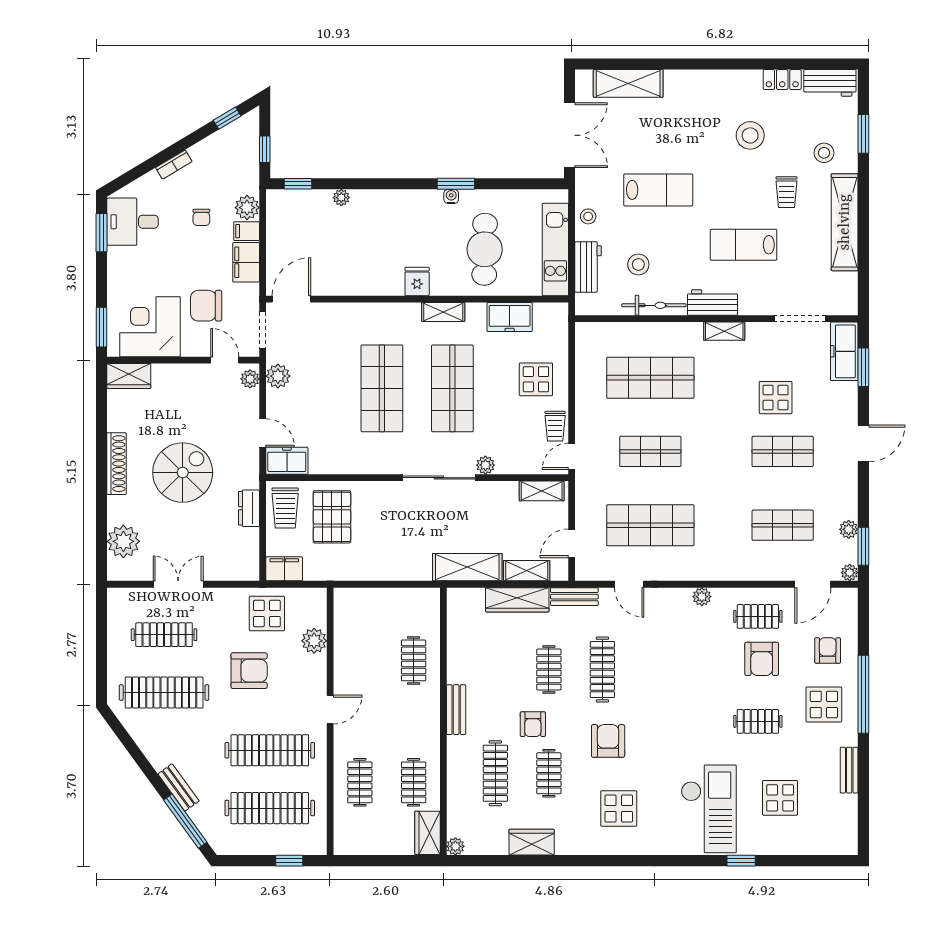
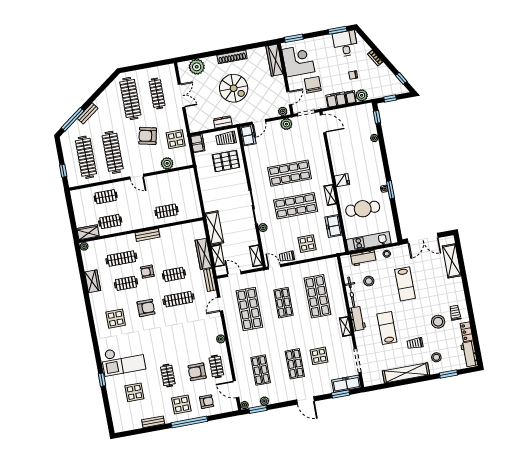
trolley: (738, 96) -> (455, 313), added
wardrobe: (129, 376) -> (275, 60), width x1.50
armchair: (249, 671) -> (148, 136), turned 103

